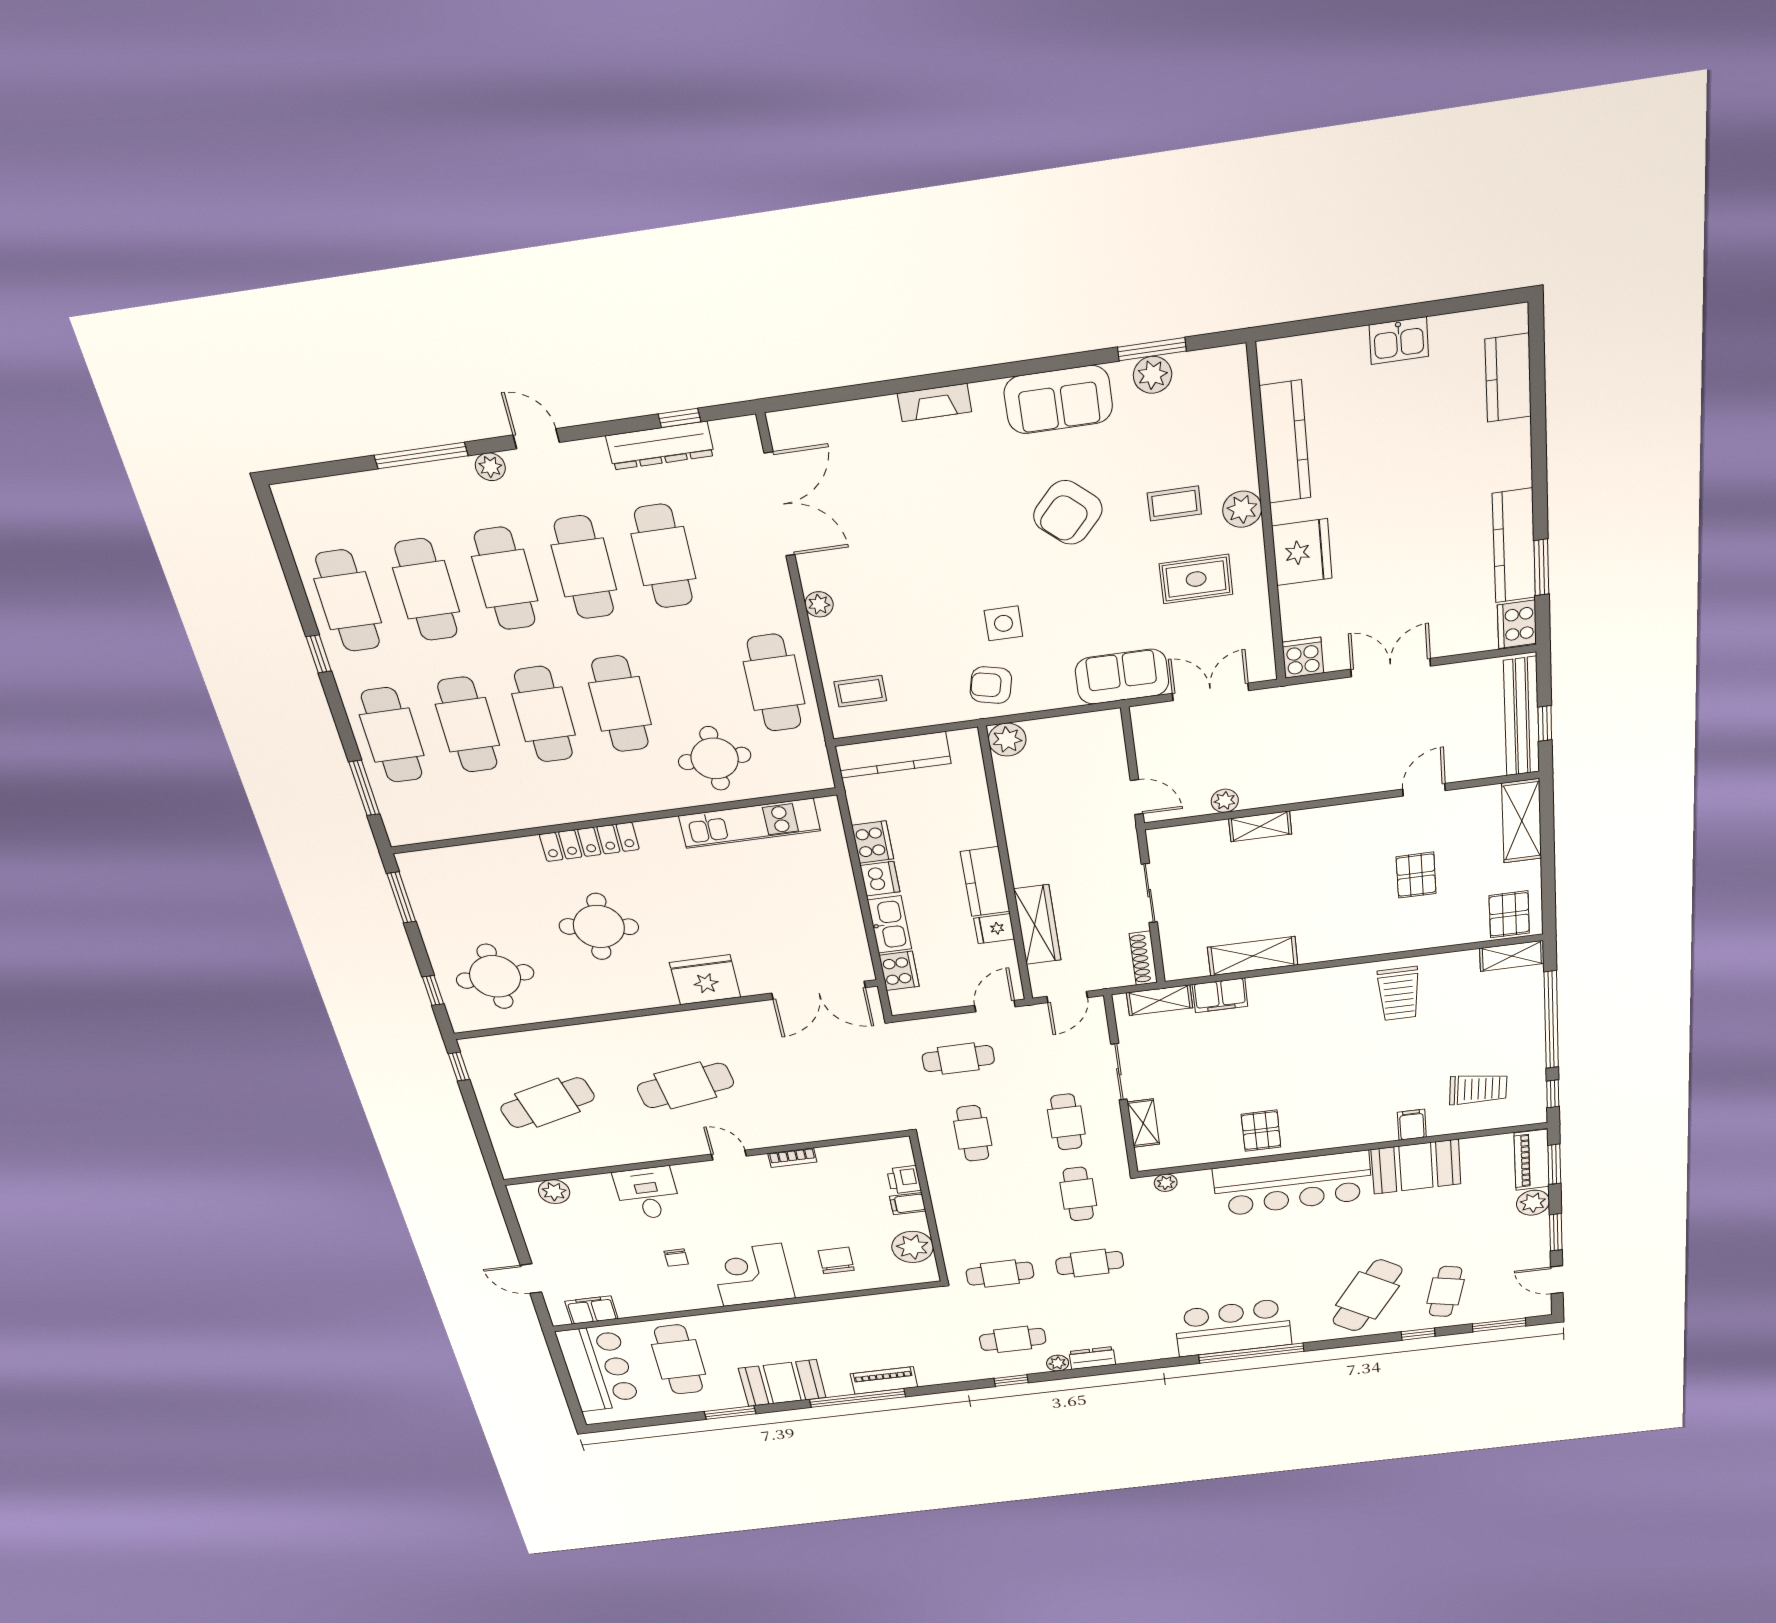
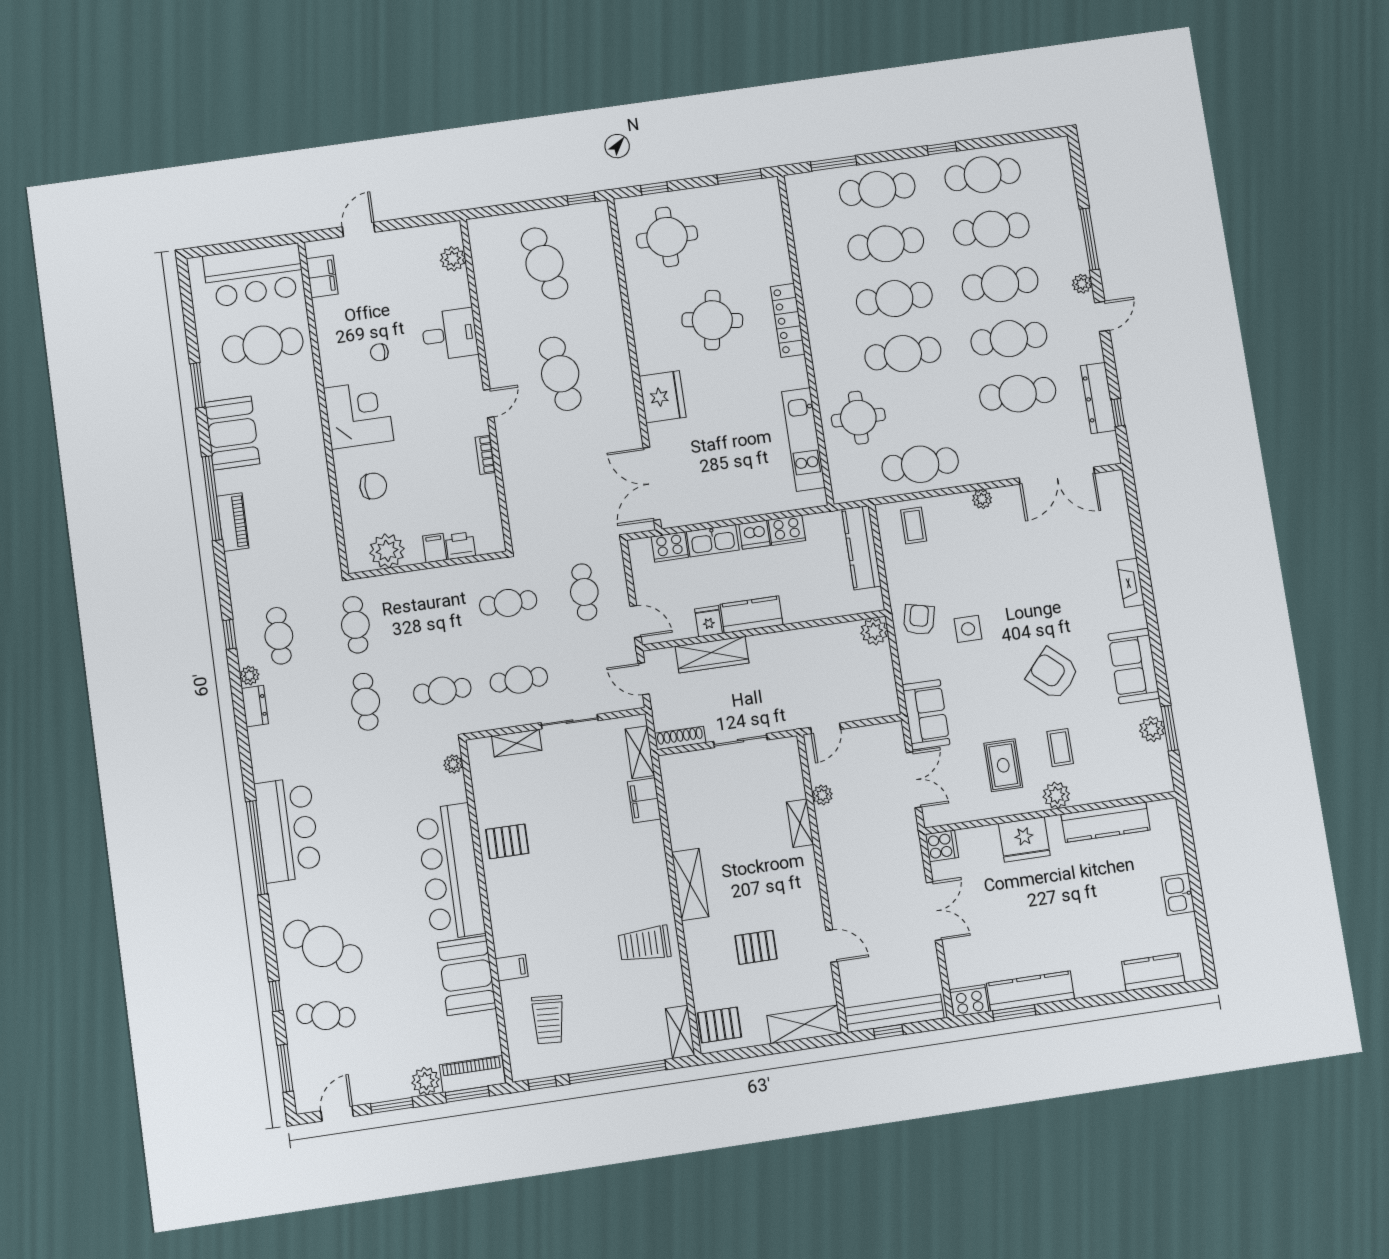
shelving: (1253, 956) -> (690, 884), moved

